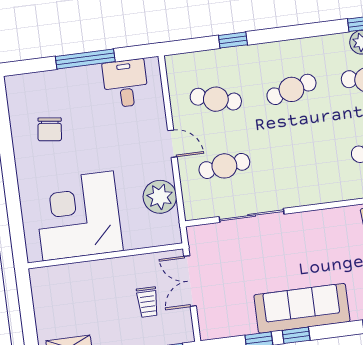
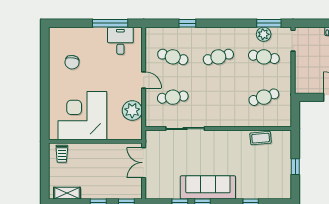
window: (85, 59) -> (110, 23), moved
trolley: (148, 302) -> (62, 154), moved

